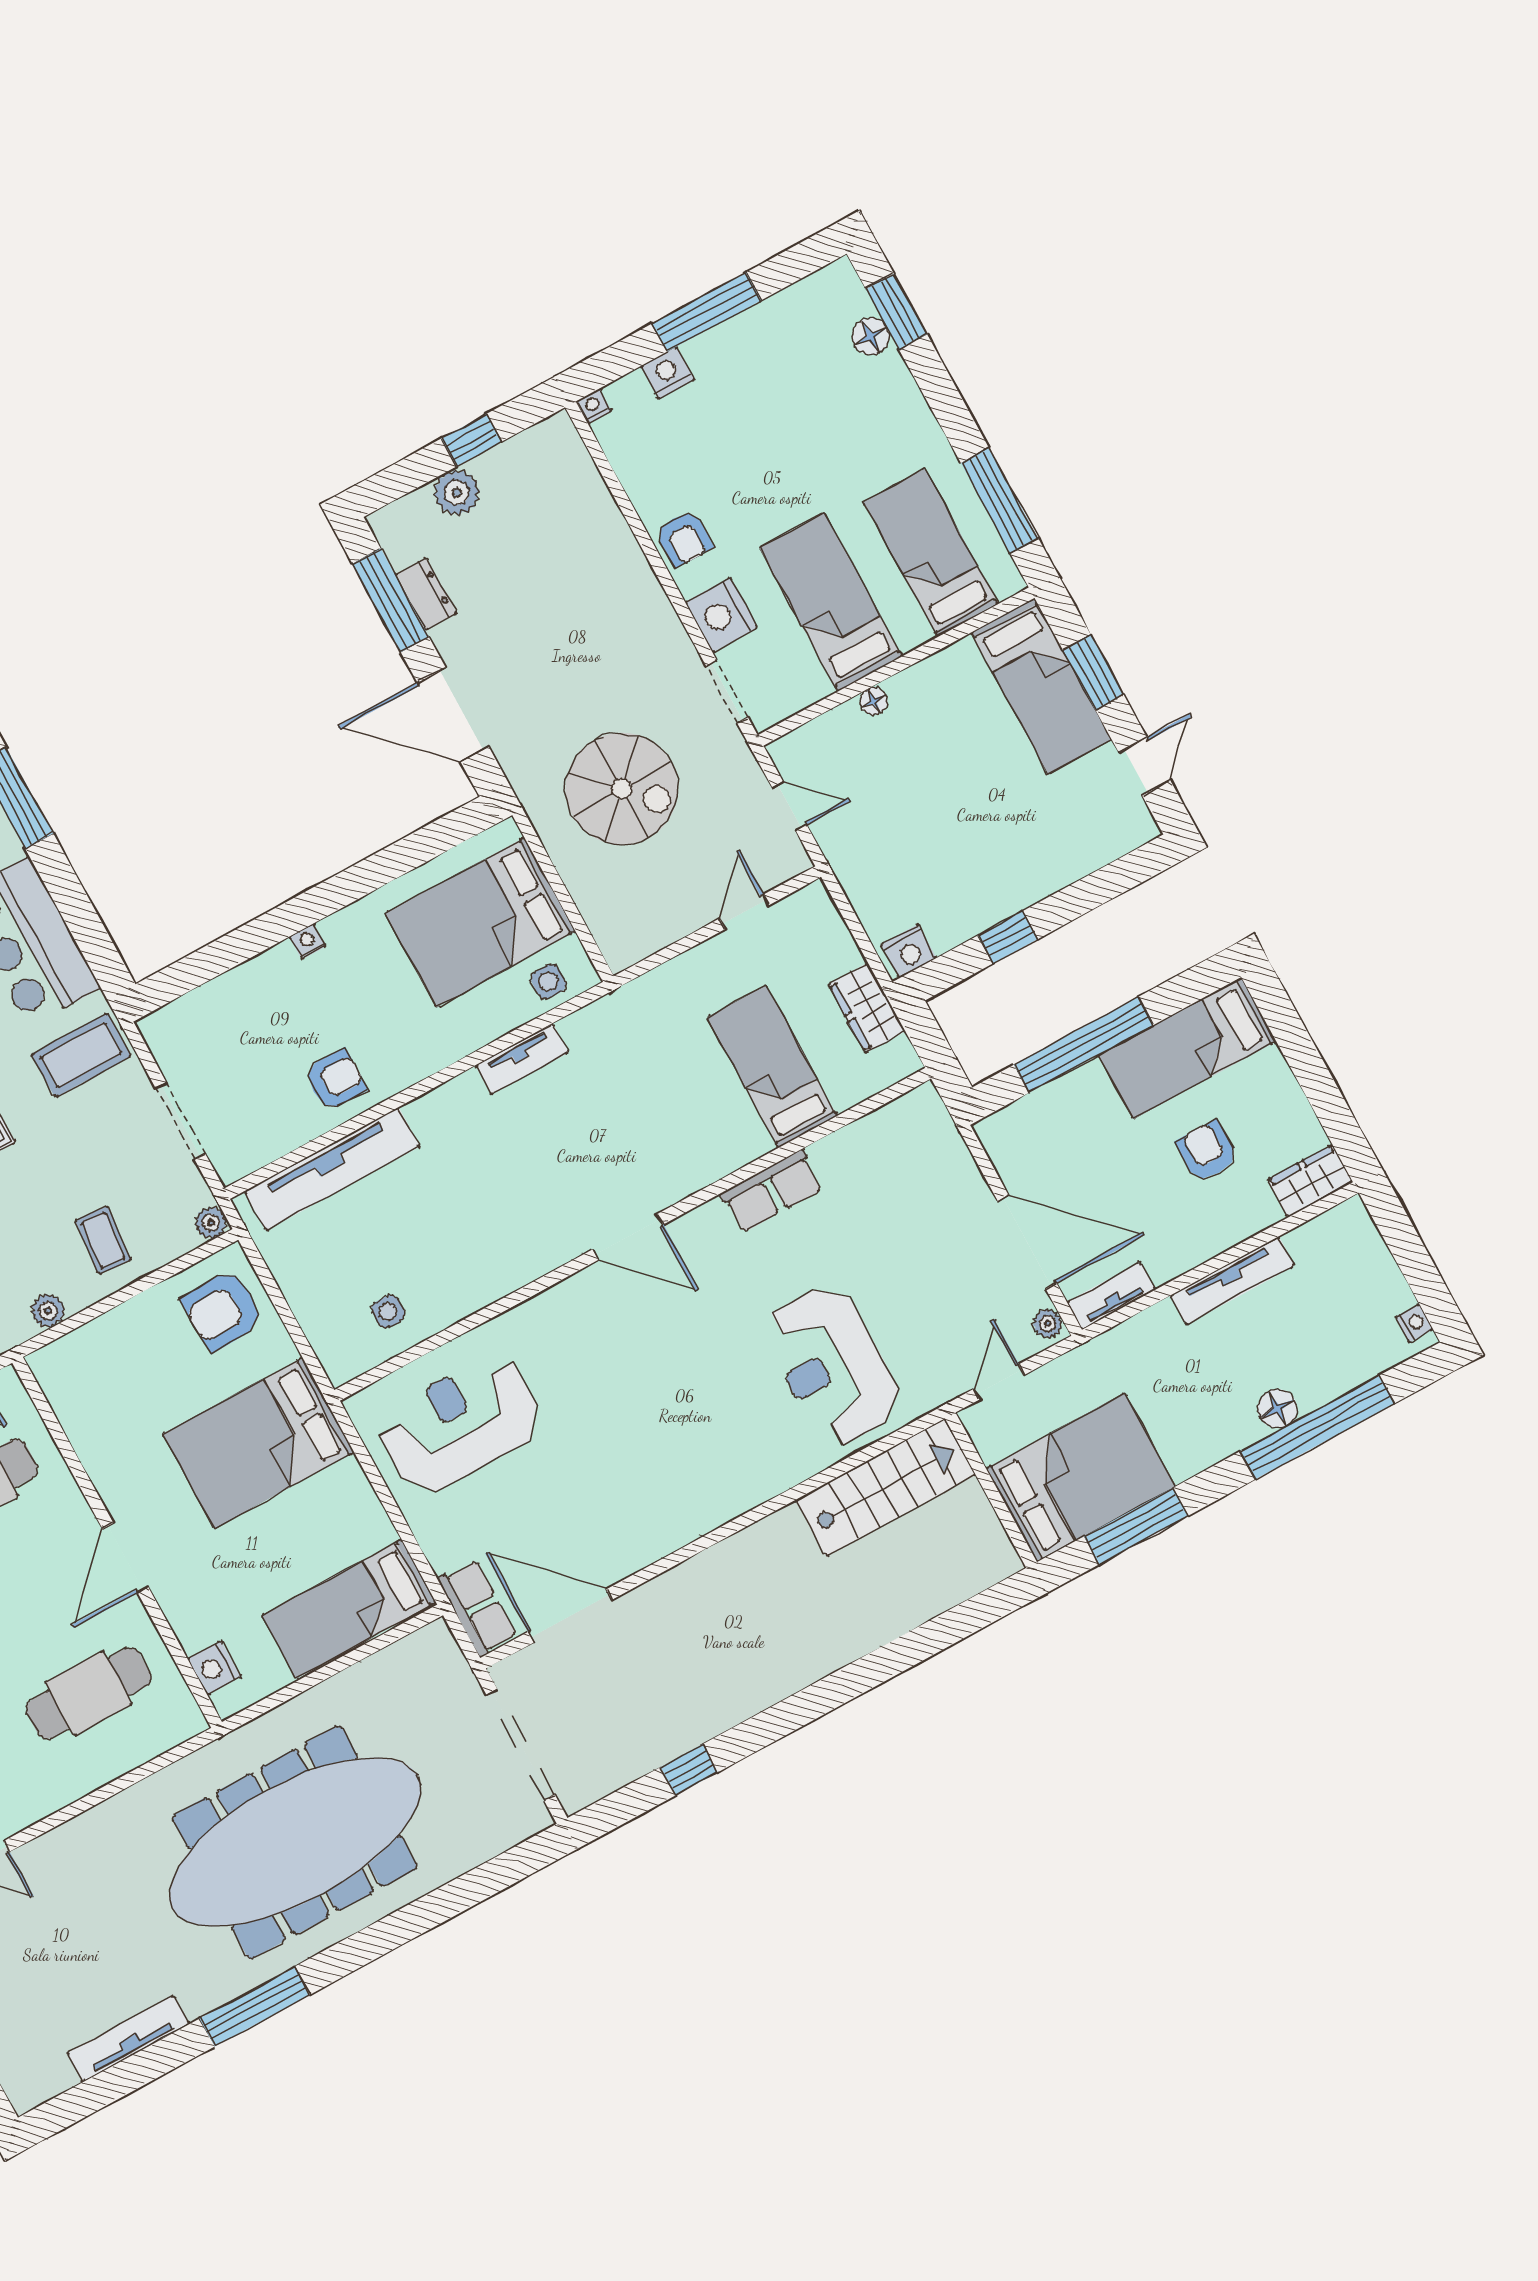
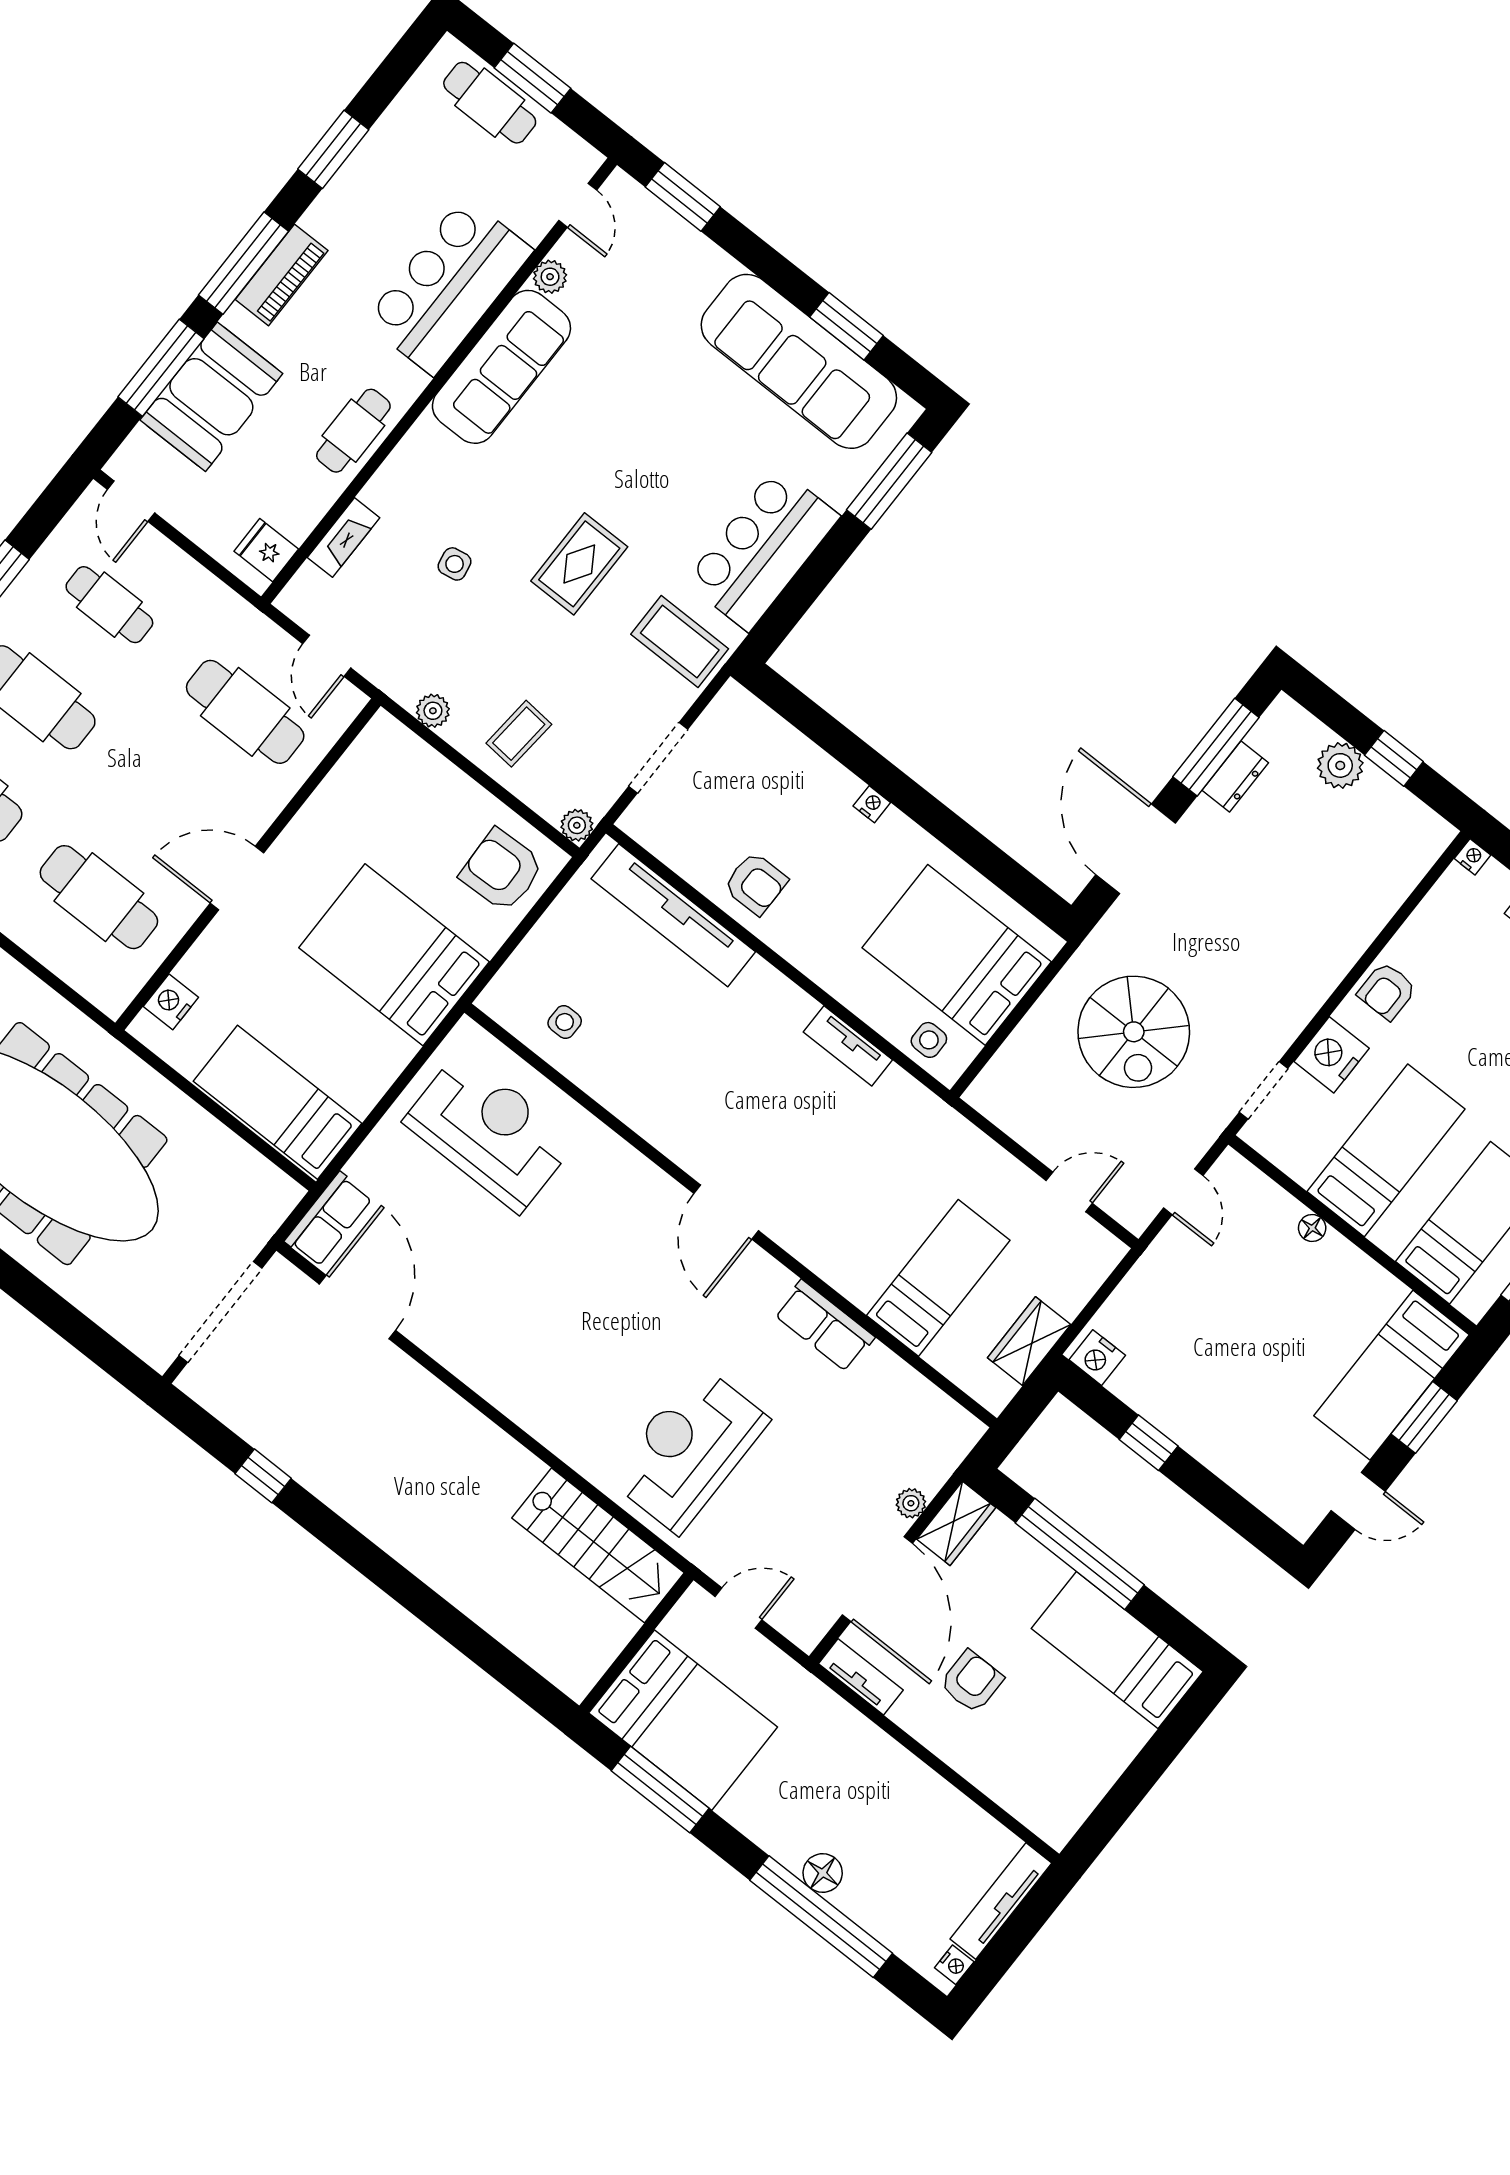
armchair: (1207, 1151) -> (972, 1682), moved
wardrobe: (1310, 1181) -> (956, 1523), moved, turned 90
tv unit: (1233, 1280) -> (1001, 1901), moved, turned 90
plant: (1048, 1323) -> (911, 1503), moved

